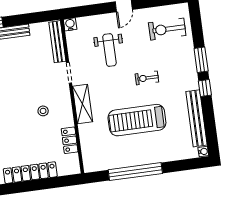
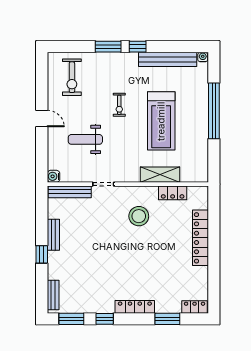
weight bench: (109, 50) -> (85, 139), turned 180
shelving: (83, 104) -> (160, 175), moved
stool: (43, 111) -> (139, 216), width x1.89, depth x1.89
window: (135, 172) -> (214, 111), moved

